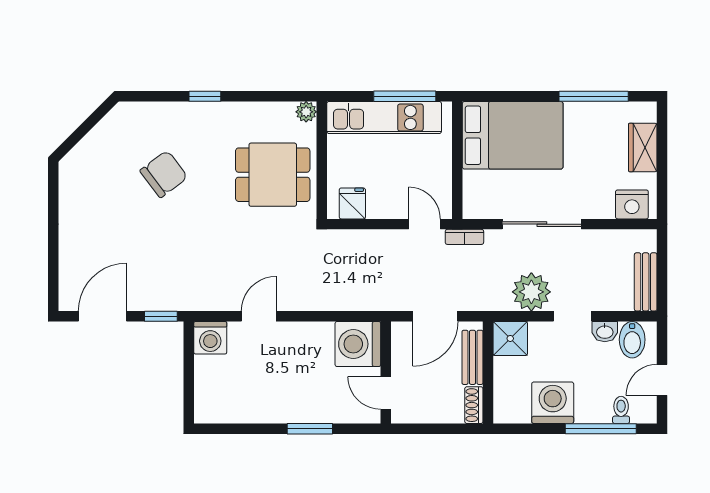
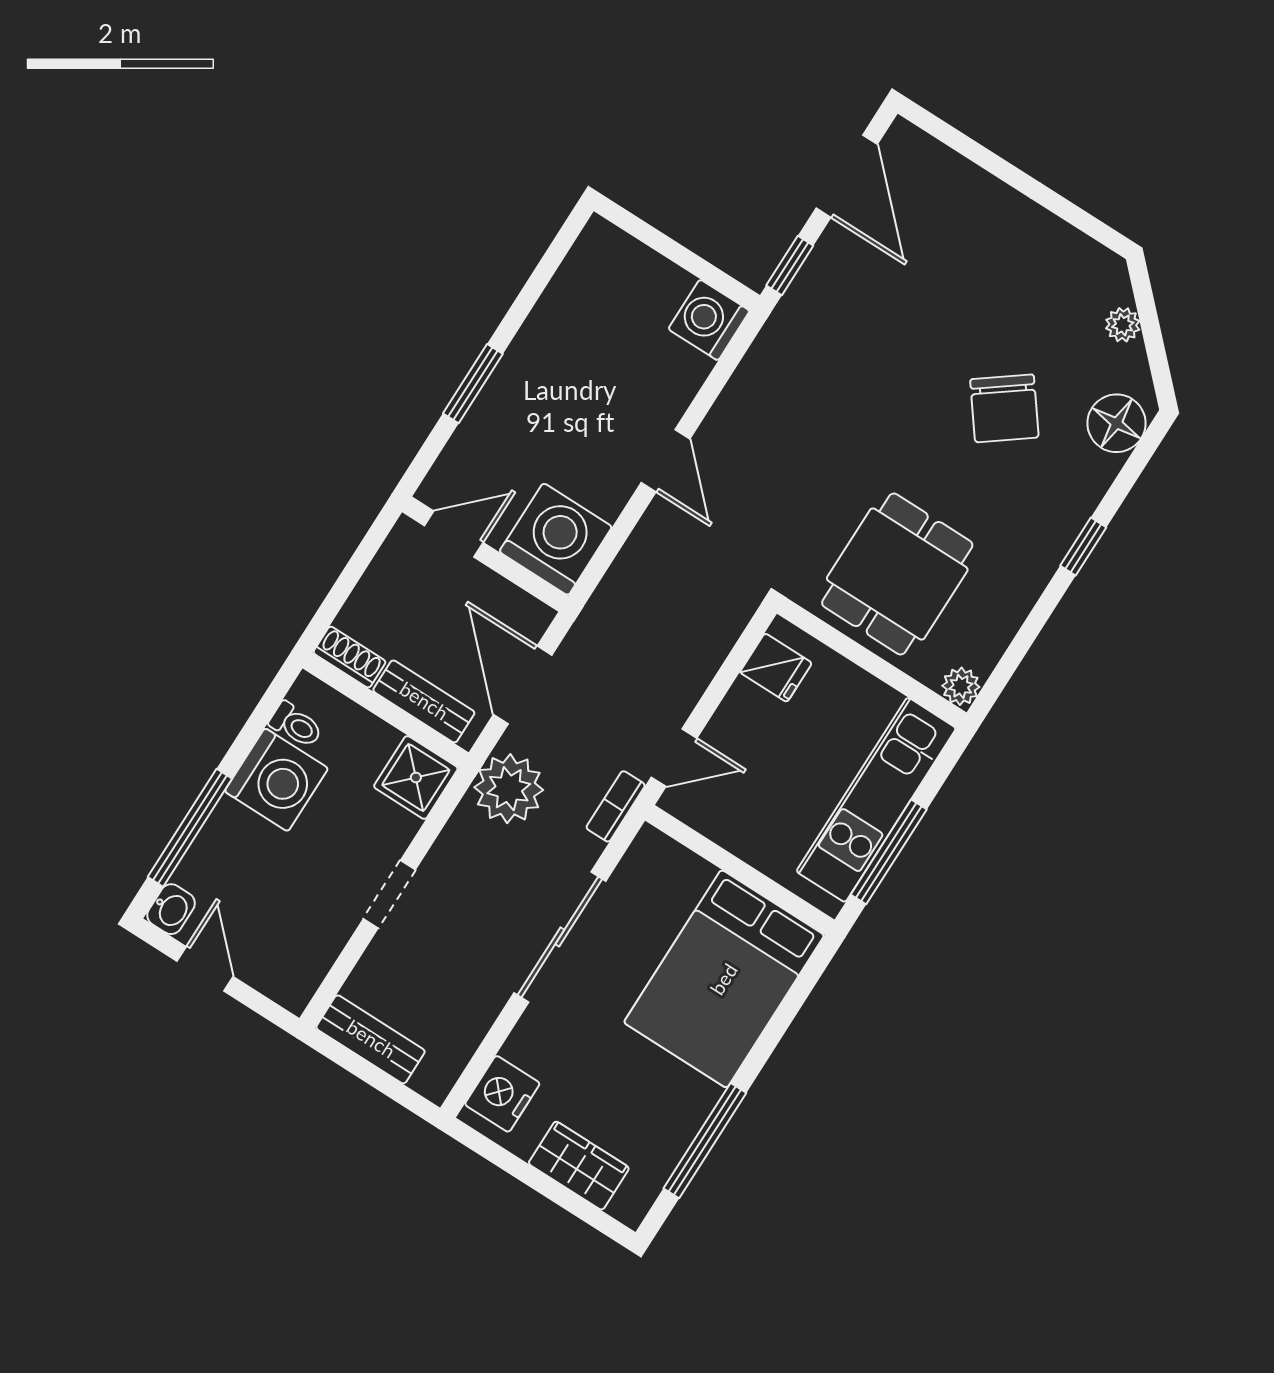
floor lamp: (137, 117) -> (1116, 423), added
plant: (90, 144) -> (1123, 325), added
plant: (531, 292) -> (509, 789), moved
door: (259, 316) -> (666, 461), moved
washbasin: (605, 332) -> (171, 909), moved, turned 180
bidet: (632, 340) -> (295, 963), removed
toilet: (621, 410) -> (296, 725), moved

